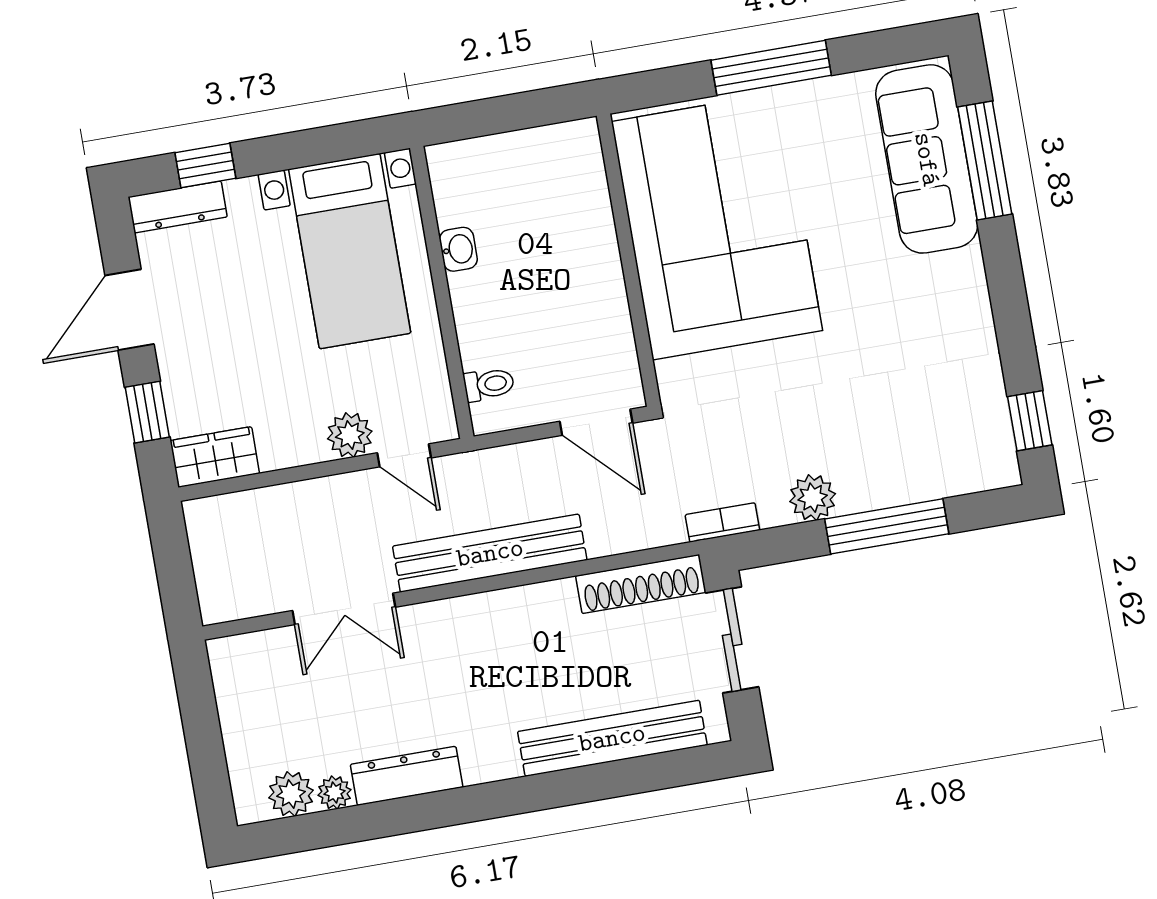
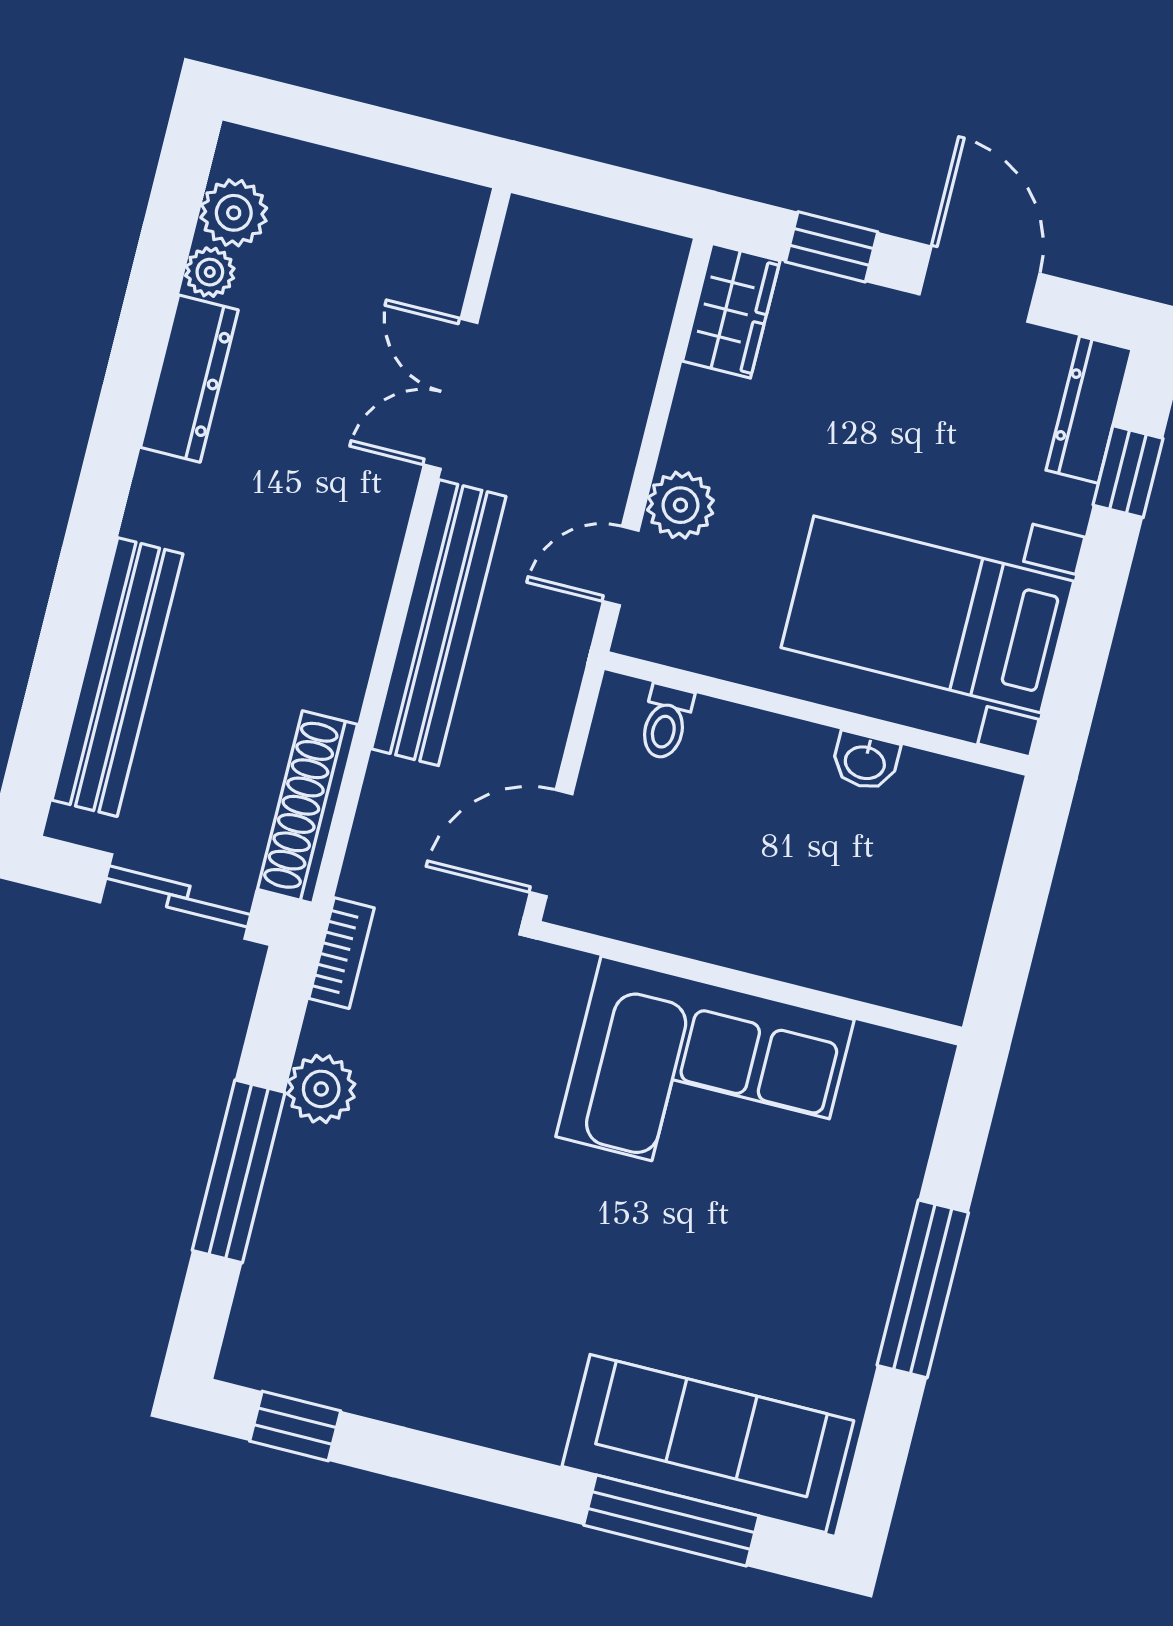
corner sofa: (717, 226) -> (705, 1078), width x0.73, depth x0.74

